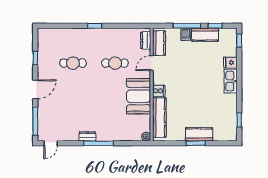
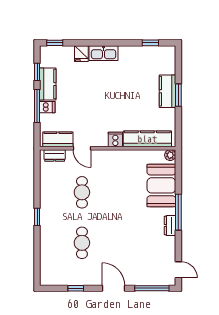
booth: (139, 96) -> (161, 185), moved, turned 90

